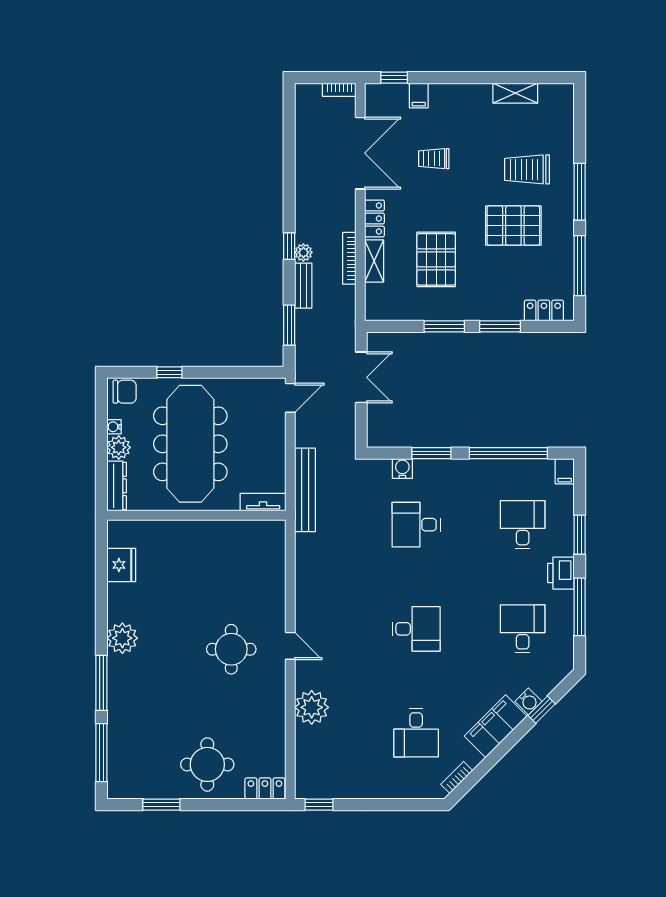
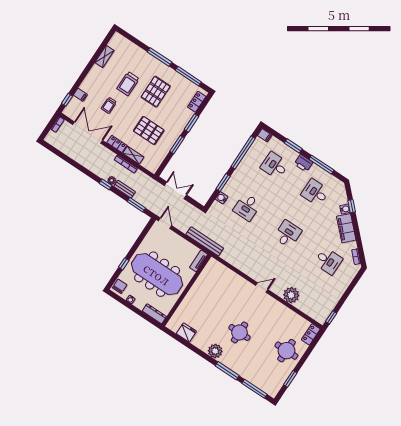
trolley: (527, 169) -> (128, 84), moved
plant: (119, 447) -> (140, 303), removed
round table: (231, 649) -> (239, 332), moved

